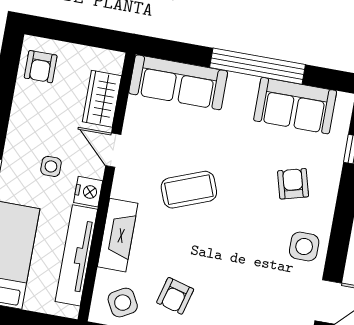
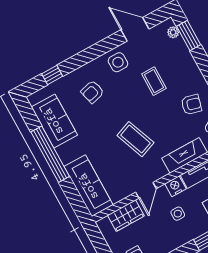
coffee table: (243, 273) -> (154, 81), added

